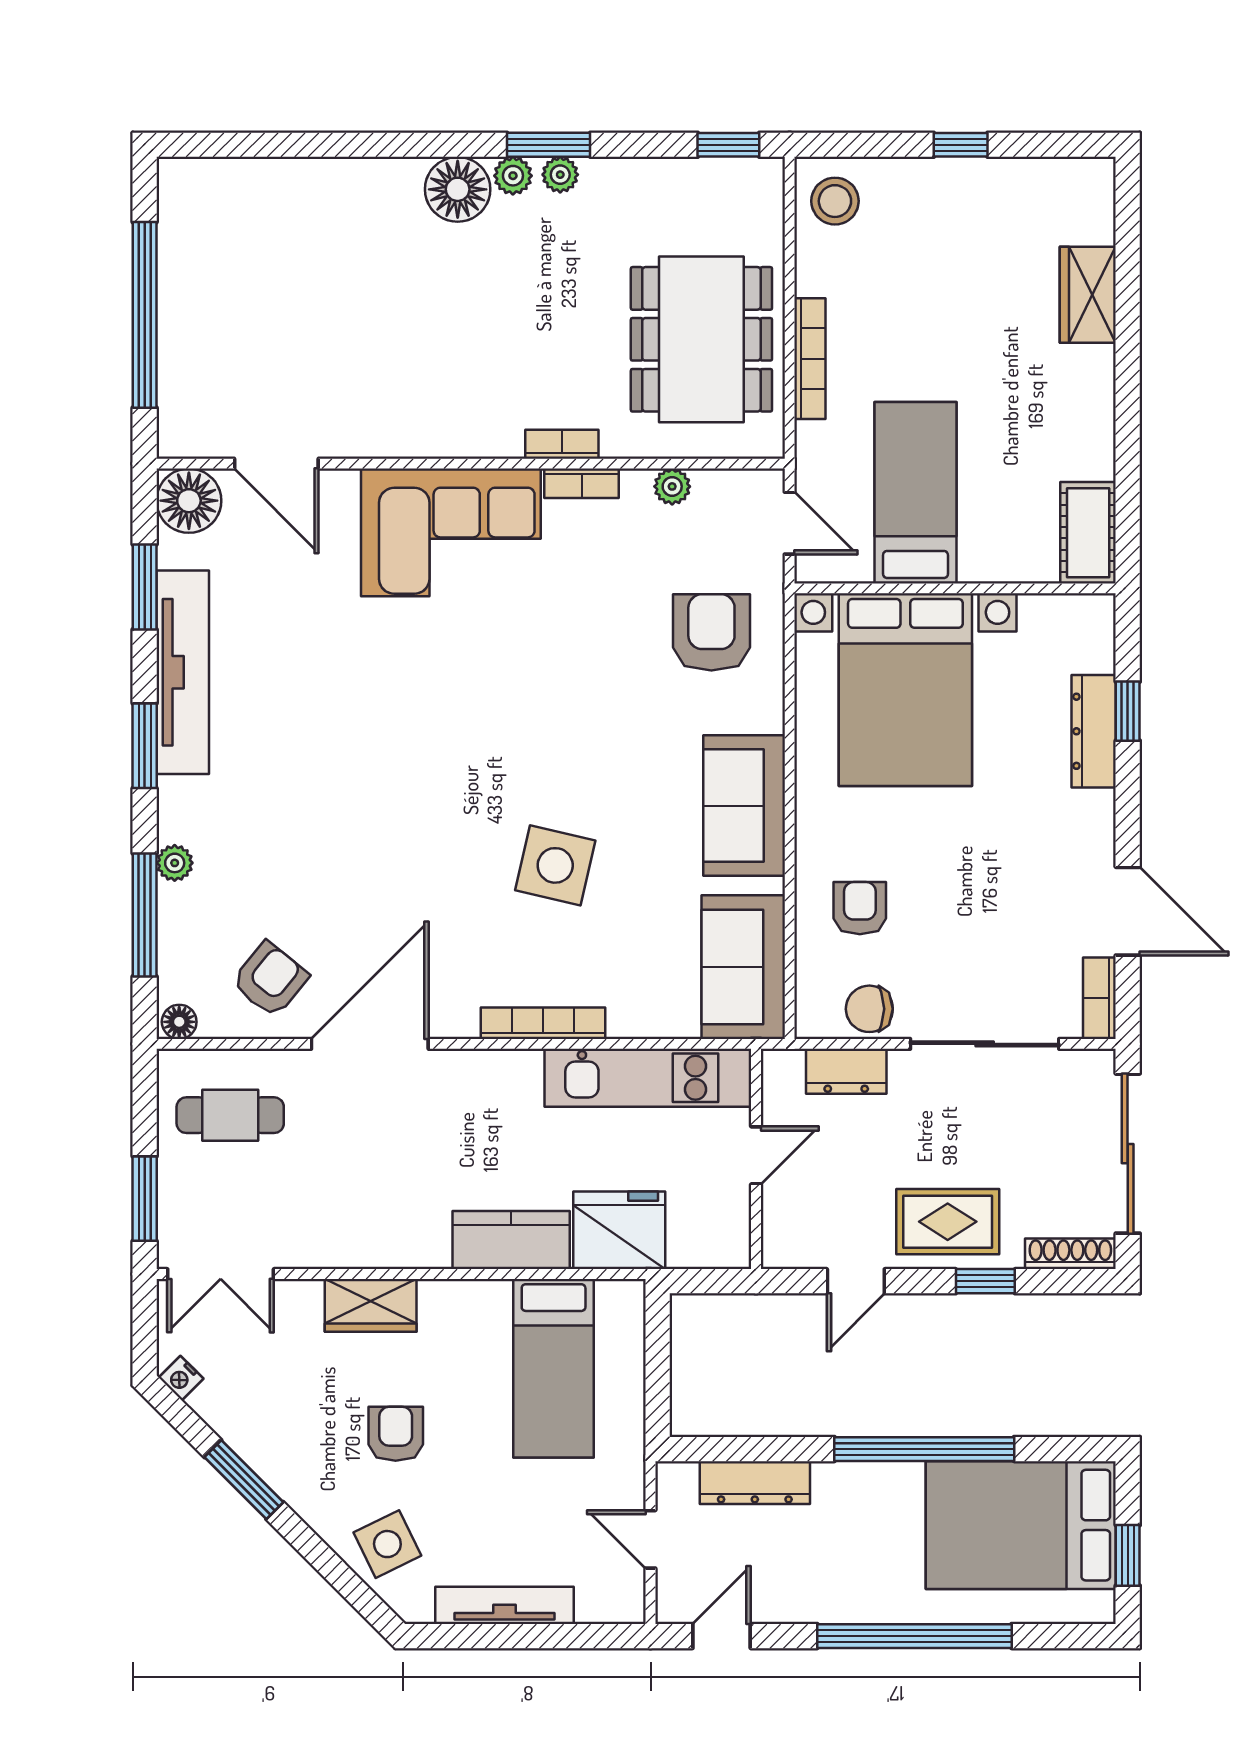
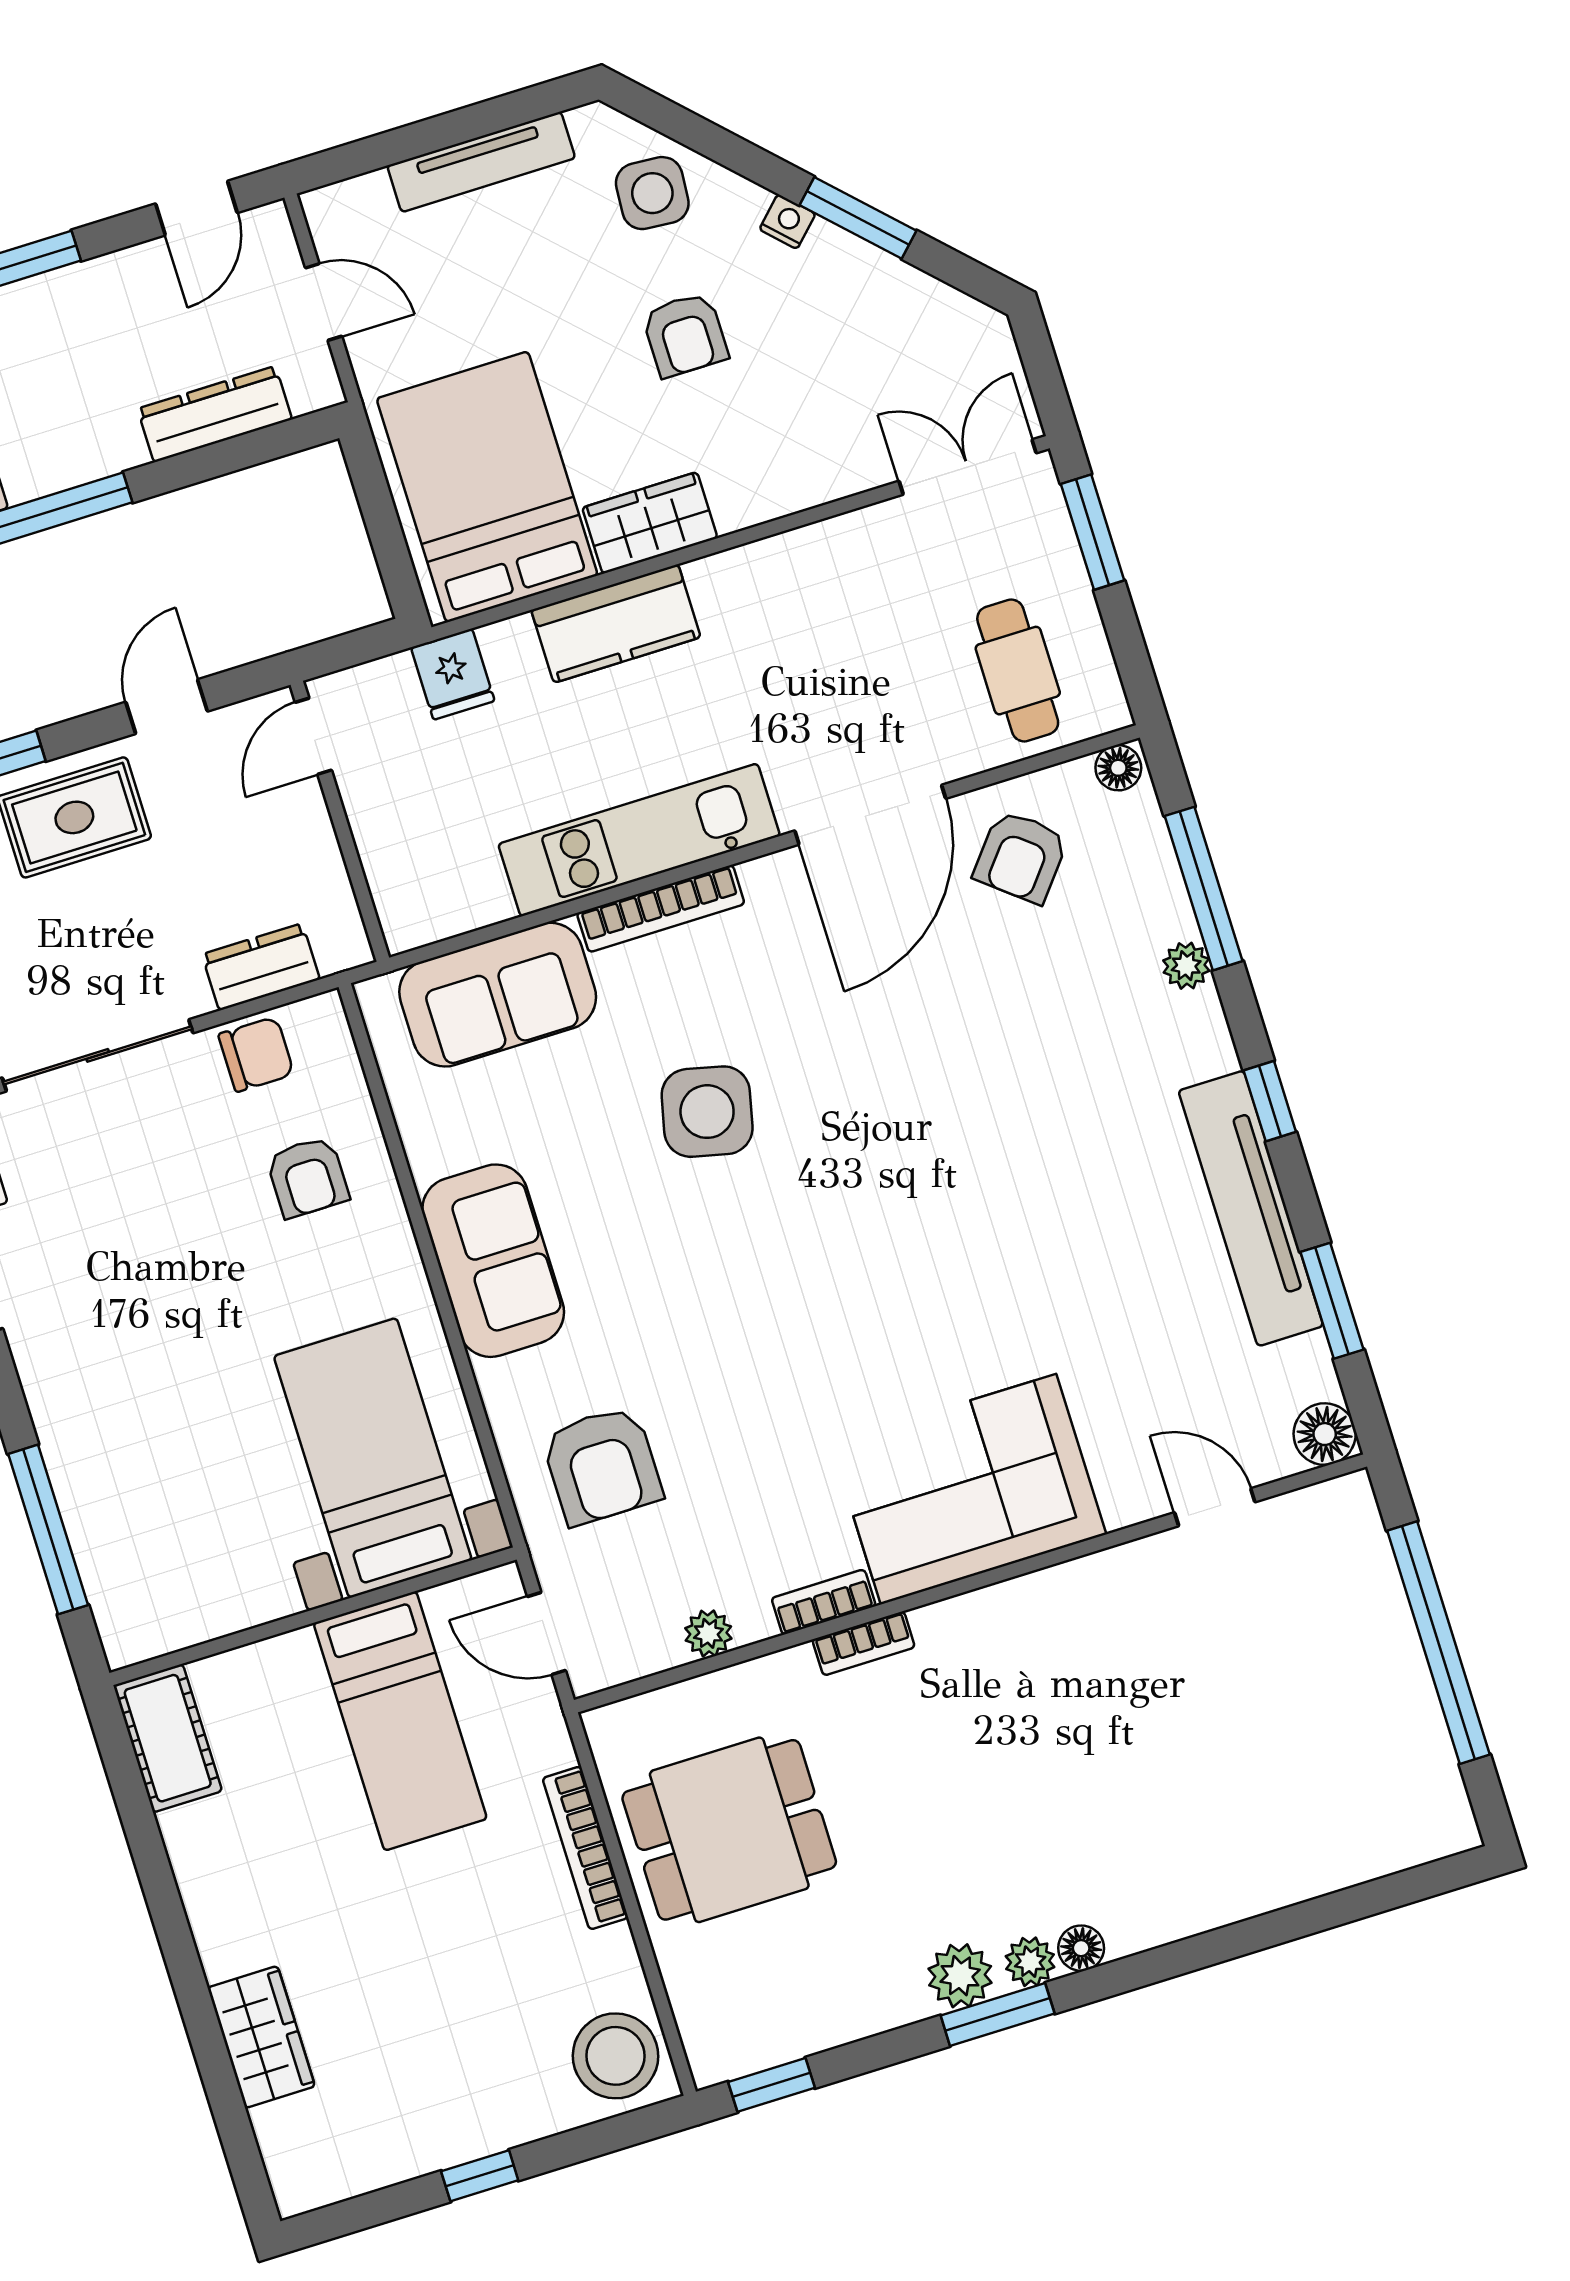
plant: (560, 175) -> (960, 1976), width x1.38, depth x1.38
floor lamp: (458, 189) -> (1081, 1948), width x0.53, depth x0.53
stool: (835, 201) -> (616, 2056), width x1.38, depth x1.38
dining table: (701, 339) -> (729, 1830), width x0.73
door: (276, 464) -> (1215, 1507), width x0.73
floor lamp: (189, 501) -> (1325, 1434), width x0.73, depth x0.73
bed with nightstands: (905, 690) -> (373, 1458), width x0.73
window: (1128, 711) -> (48, 1529), width x2.17
dresser: (1094, 731) -> (83, 1491), removed
window: (145, 746) -> (1270, 1101), width x0.67
sofa: (743, 967) -> (498, 995), moved, turned 90
kitchen unit: (648, 1078) -> (639, 840), moved
cafe table: (230, 1115) -> (1018, 671), turned 90
door: (756, 1155) -> (313, 736), moved
fridge: (619, 1230) -> (453, 674), width x0.53, depth x0.75
wardrobe: (371, 1305) -> (650, 523), moved
bed: (554, 1368) -> (487, 487), width x1.50
nightstand: (181, 1378) -> (787, 222), moved
side table: (387, 1544) -> (652, 193), turned 30

